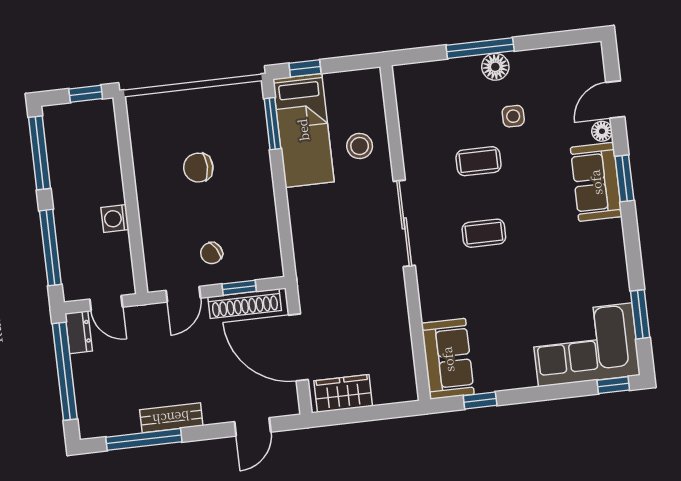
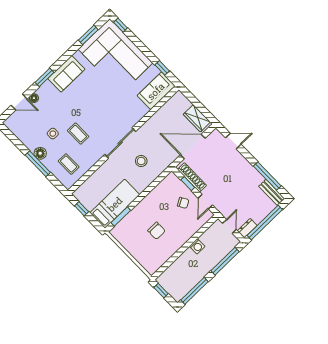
window: (305, 68) -> (82, 209), moved
stool: (360, 146) -> (141, 161), moved
sofa: (596, 182) -> (66, 74), moved
coffee table: (484, 233) -> (69, 164), moved
door: (183, 294) -> (205, 202), swing flipped
corner sofa: (585, 345) -> (115, 56), width x1.36, depth x1.36
door: (298, 347) -> (193, 147), swing flipped
bench: (171, 418) -> (272, 192), moved

